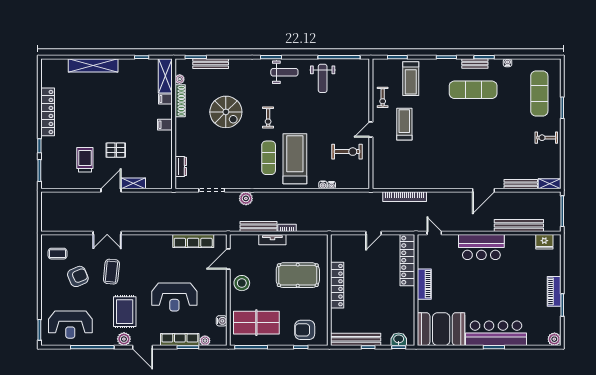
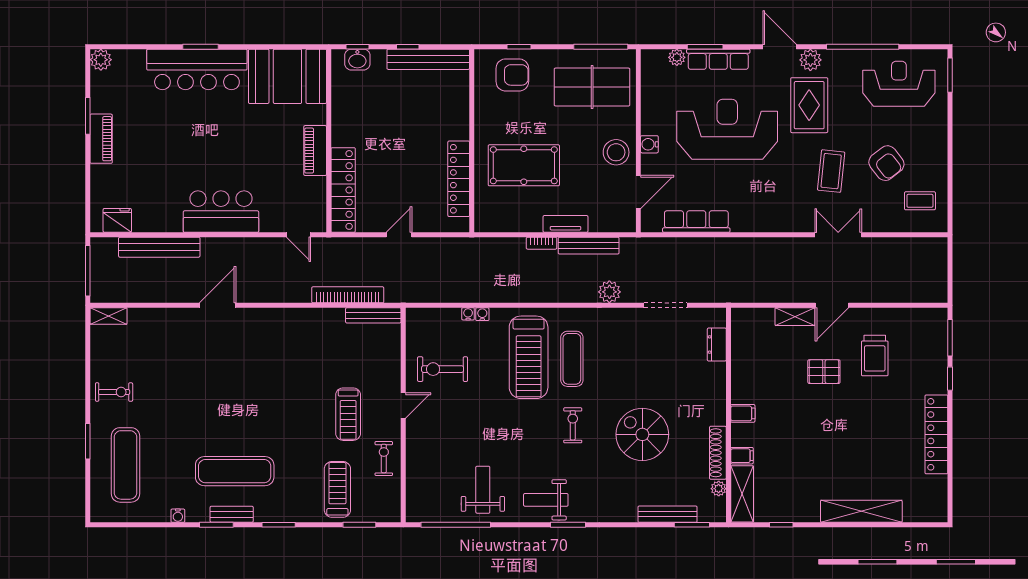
bench: (521, 184) -> (373, 315), moved
armchair: (78, 276) -> (886, 163), turned -105
locker: (337, 285) -> (459, 179), moved
reception desk: (174, 297) -> (727, 129), width x1.36, depth x1.30
water cooler: (222, 321) -> (649, 144), moved

